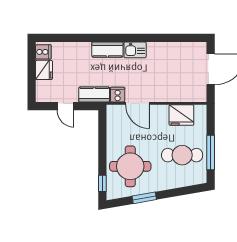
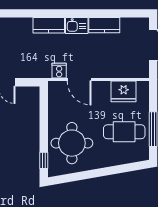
kitchen counter: (94, 94) -> (104, 25), moved, turned 180
window: (144, 198) -> (86, 175), removed

